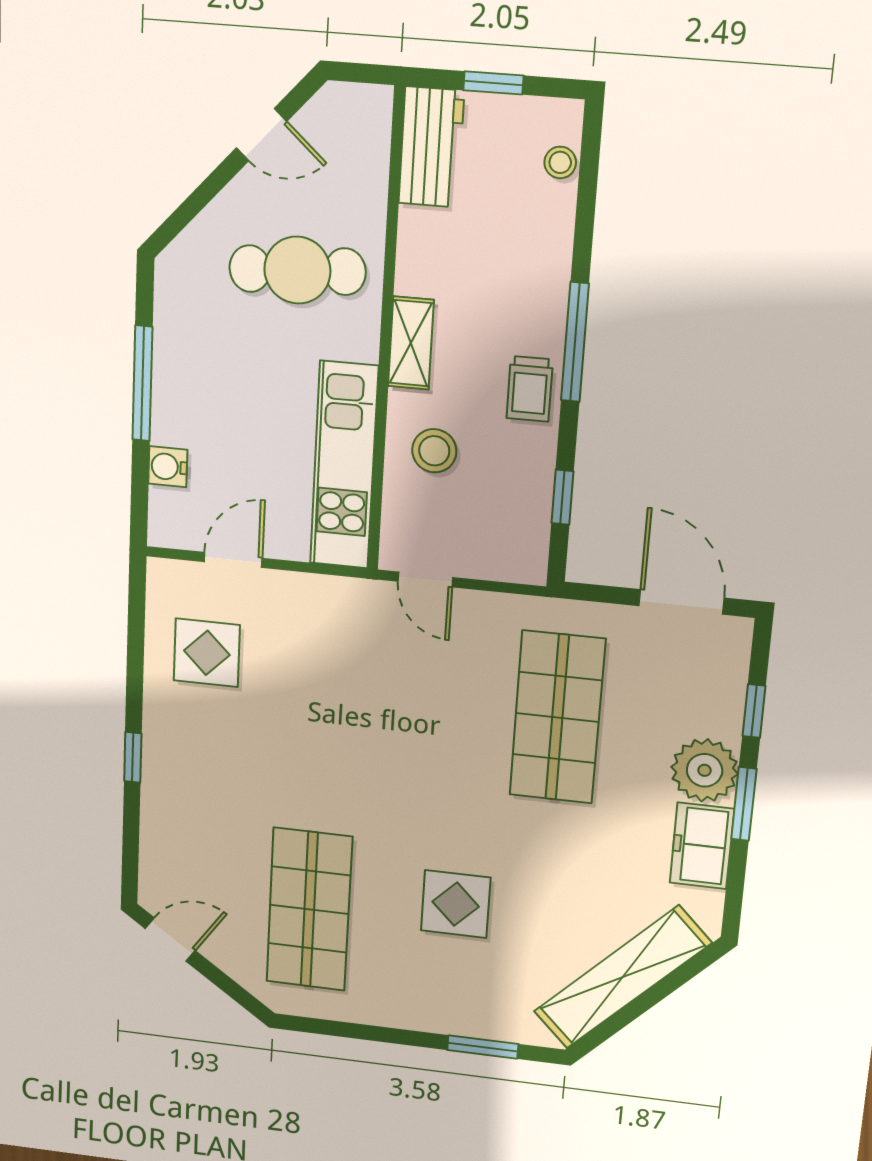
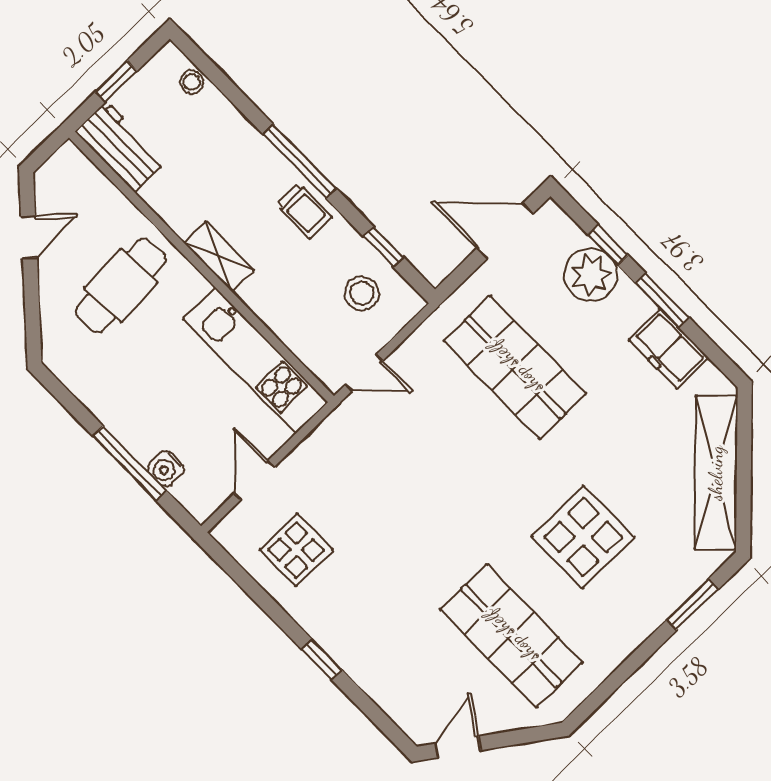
window: (142, 383) -> (129, 463), moved
stool: (434, 451) -> (362, 293), moved
plant: (705, 770) -> (591, 275), moved
display table: (456, 904) -> (583, 537), width x1.36, depth x1.36

